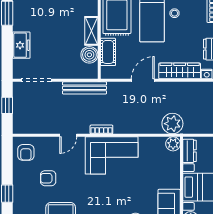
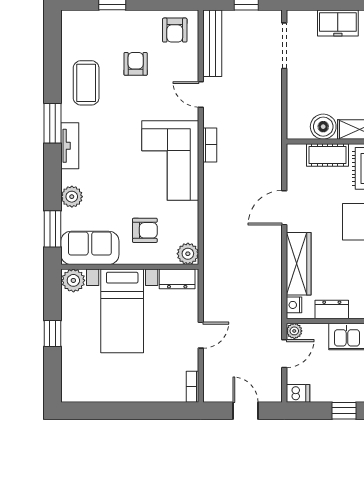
door: (143, 80) -> (284, 208), swing flipped
bench: (85, 88) -> (212, 43), moved
plant: (172, 124) -> (219, 253), removed
armchair: (26, 152) -> (175, 30), turned -90
armchair: (158, 172) -> (145, 230), added

